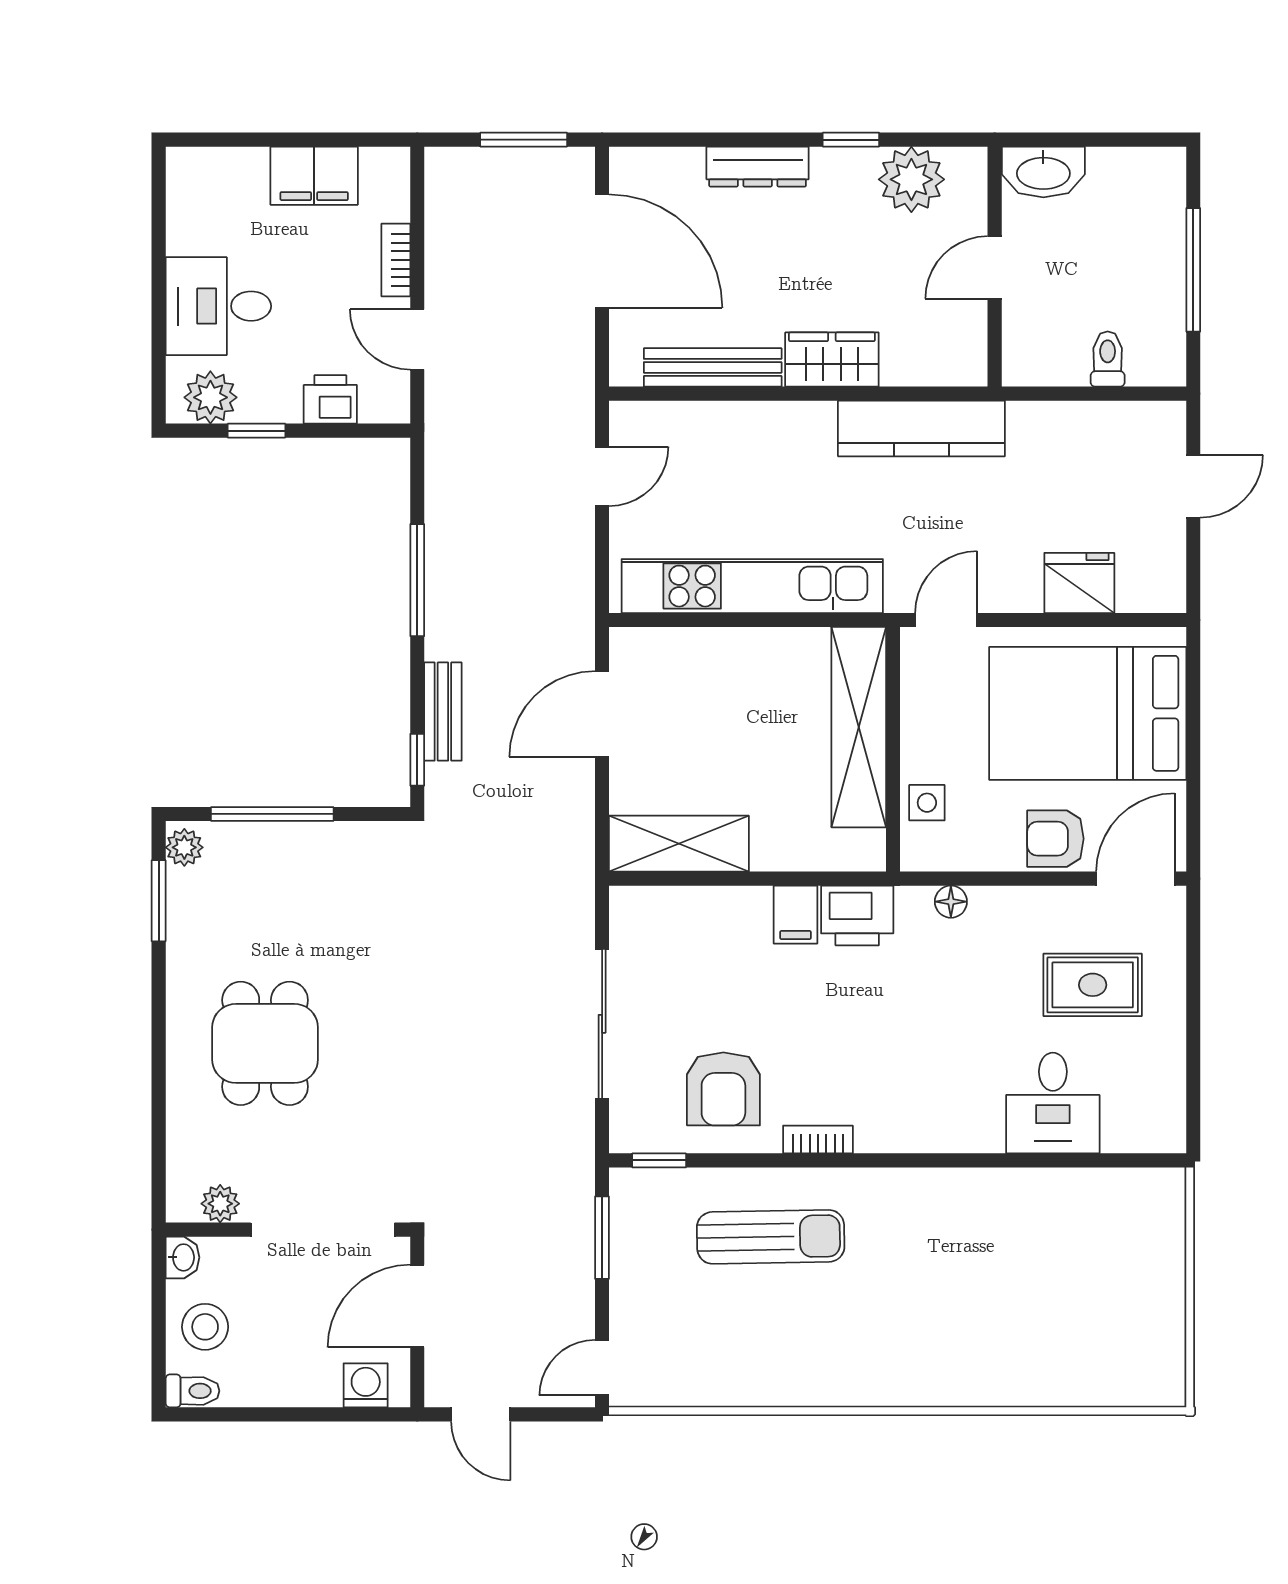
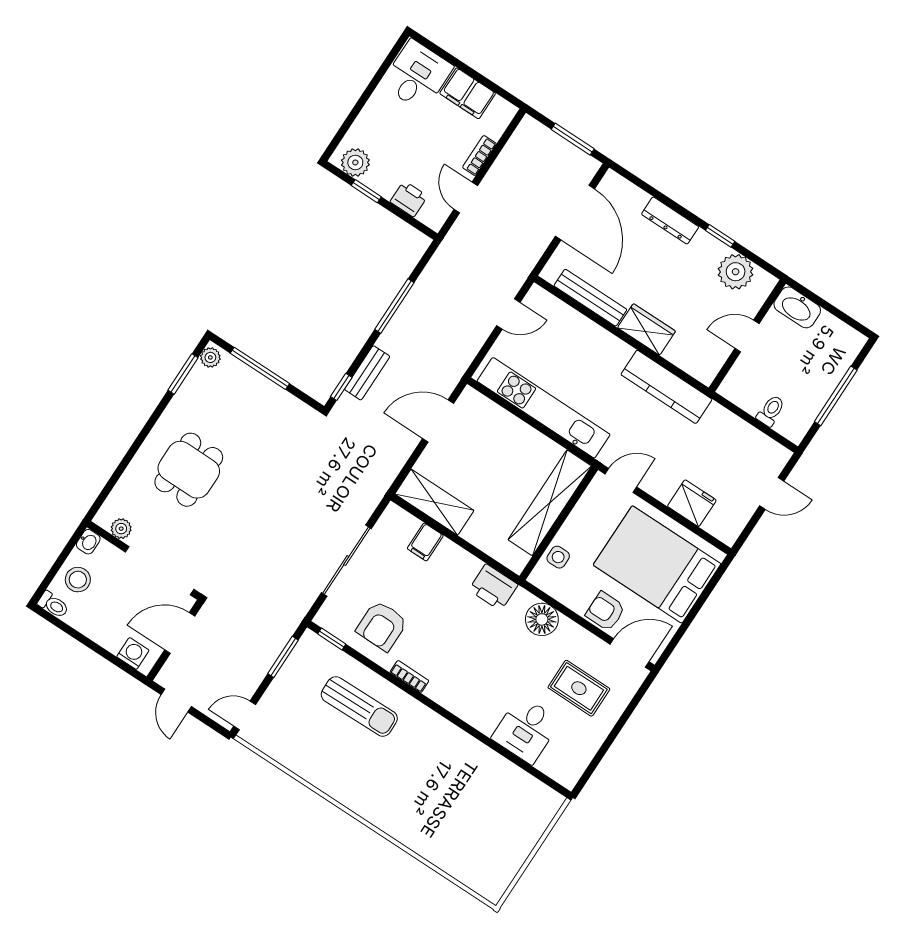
desk: (218, 306) -> (417, 75), moved, turned 90
floor lamp: (951, 902) -> (542, 619), width x1.89, depth x1.89
filing cabinet: (796, 915) -> (425, 542), moved

